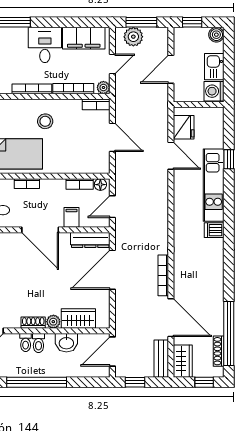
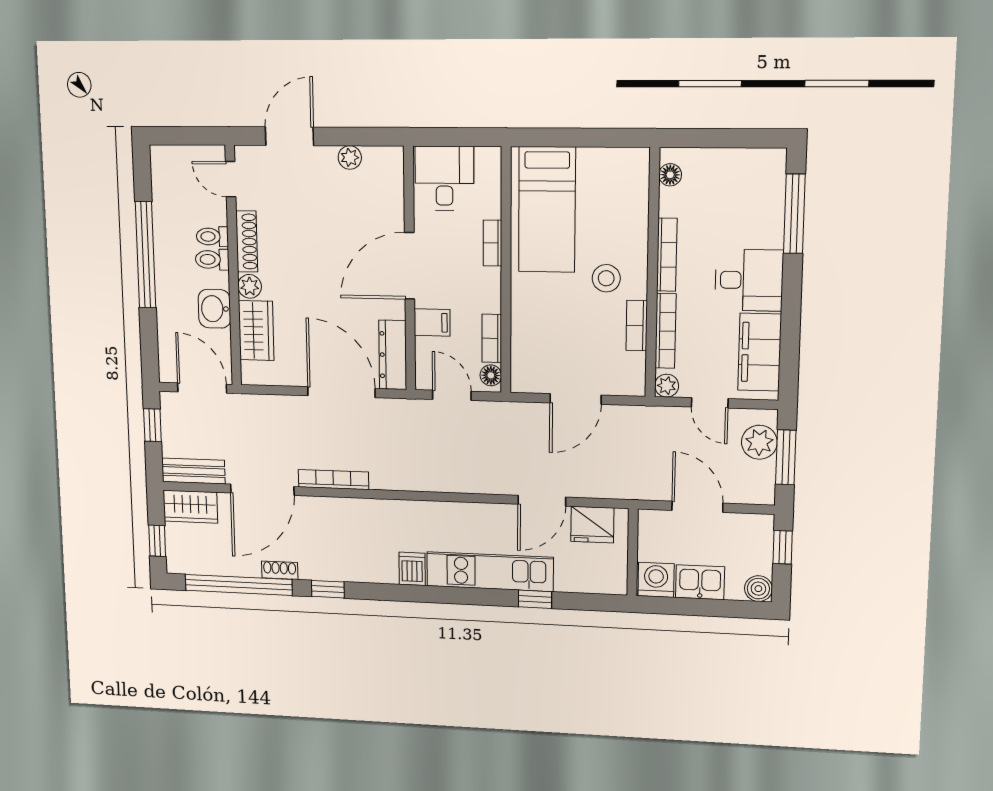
bookcase: (96, 104) -> (637, 326), moved
window: (229, 280) -> (328, 589), added
shoe rack: (33, 323) -> (247, 242), width x1.43
shoe rack: (219, 351) -> (280, 570), moved, width x0.70

